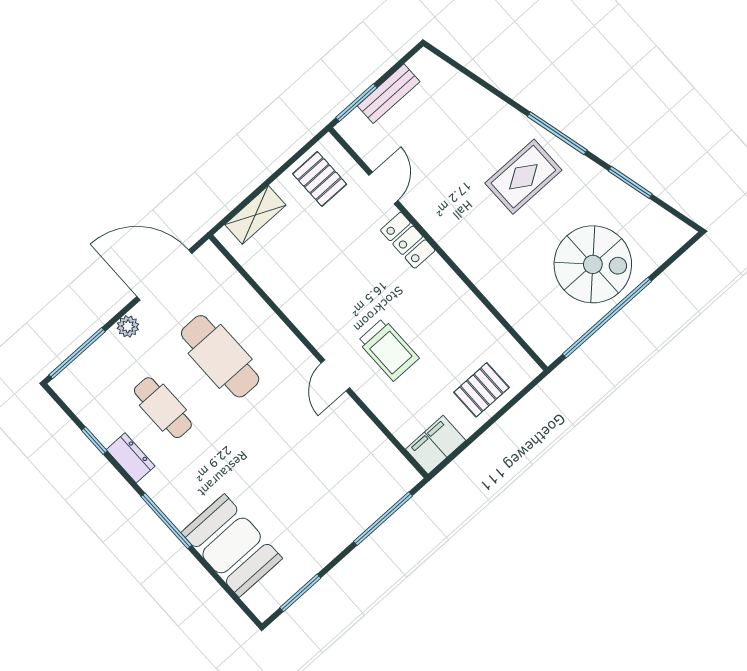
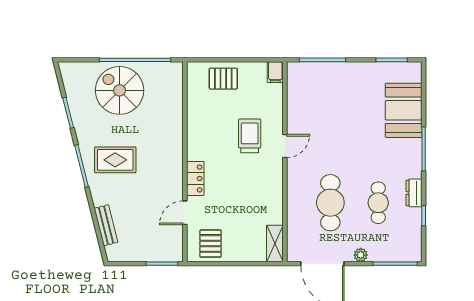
bench: (389, 94) -> (106, 225), moved, turned 76
shelving: (255, 215) -> (275, 243), moved, turned 90
filing cabinet: (436, 445) -> (275, 72), width x0.50

